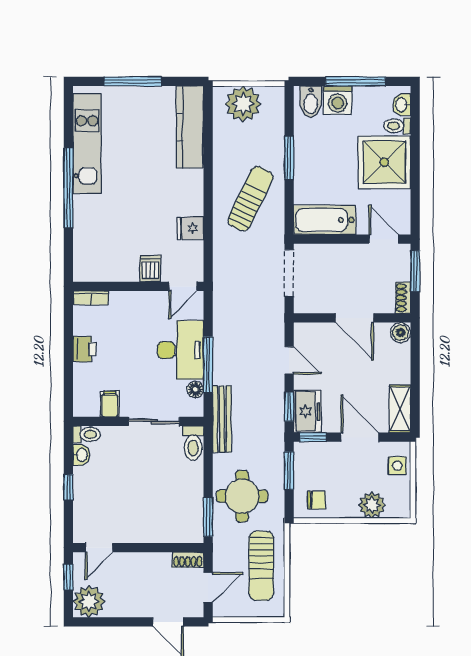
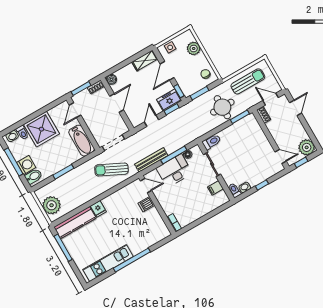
window: (133, 81) -> (63, 248), moved
sun lounger: (250, 199) -> (111, 169), moved
fridge: (190, 228) -> (98, 209), moved
printer: (84, 349) -> (198, 213), removed
bench: (222, 419) -> (151, 160), moved

